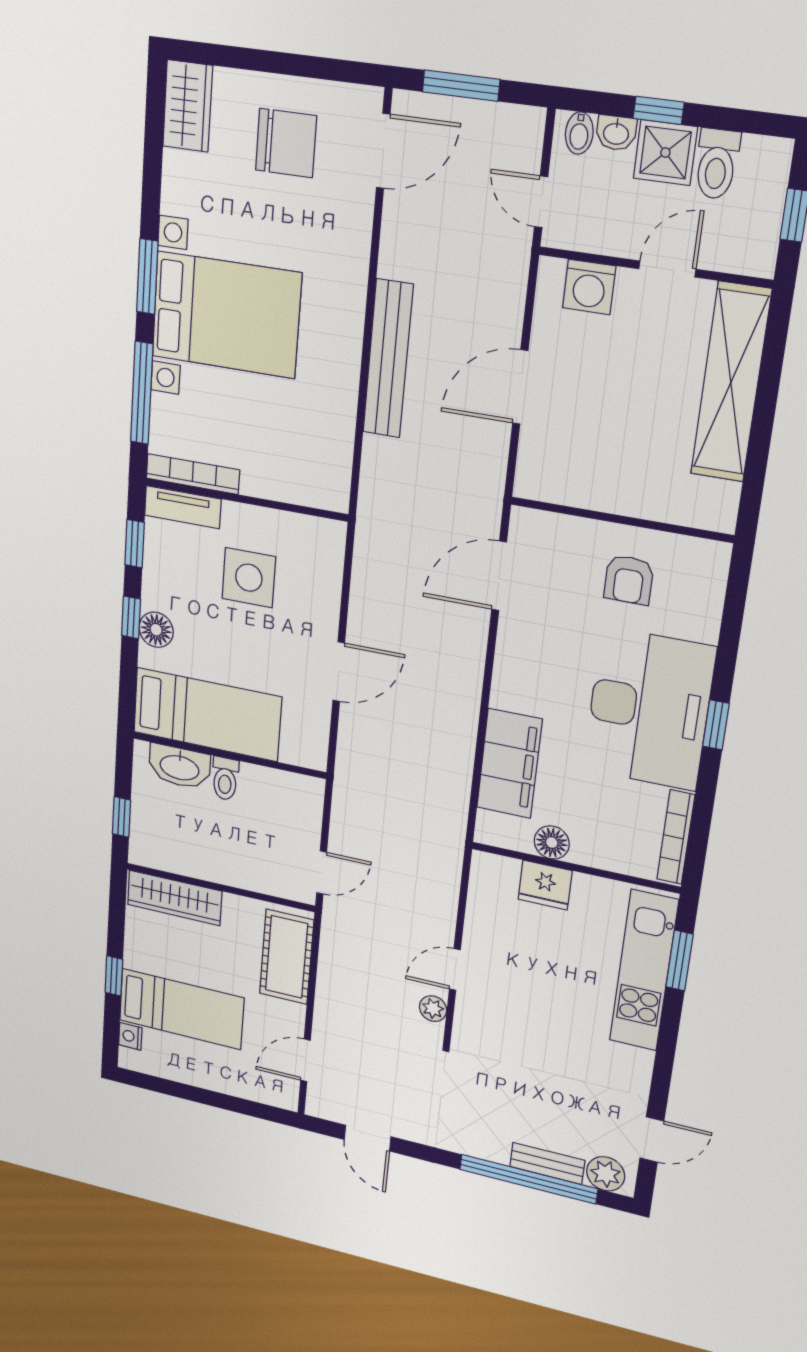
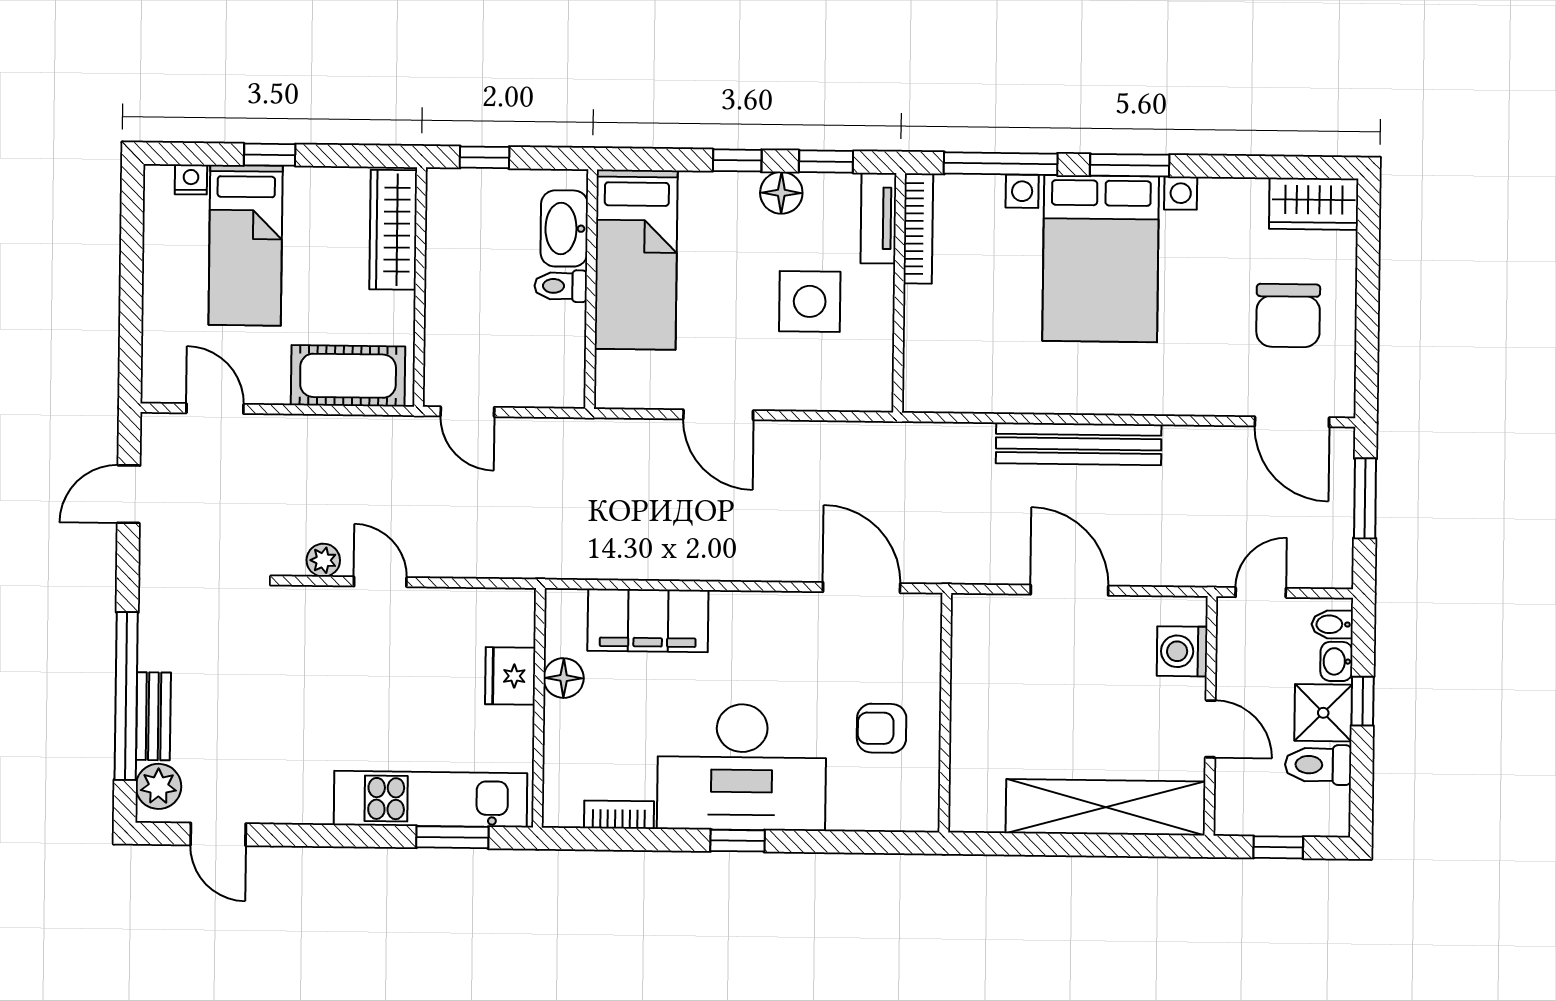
floor lamp: (156, 630) -> (781, 193), moved
bookcase: (676, 837) -> (619, 815), width x0.64

